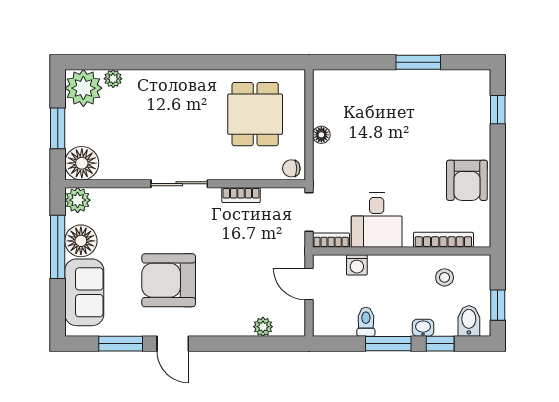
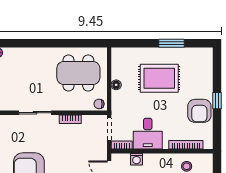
window: (498, 110) -> (217, 101), moved
dining table: (255, 114) -> (78, 73), width x1.37
rug: (397, 123) -> (159, 78), added

